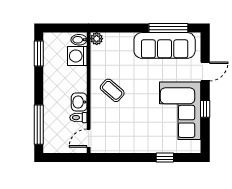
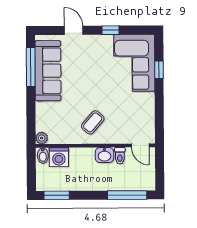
corner sofa: (180, 111) -> (134, 63), moved, turned 90

